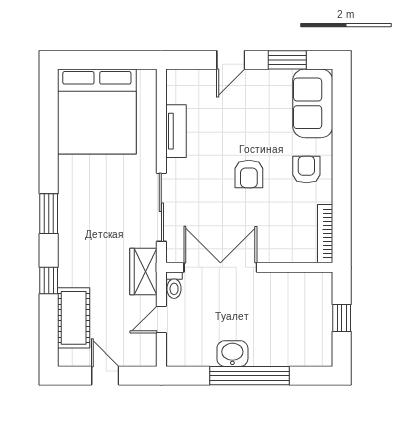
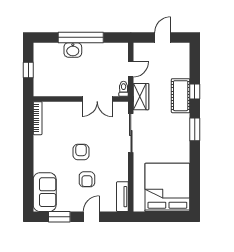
tv unit: (176, 131) -> (122, 197), moved
armchair: (306, 169) -> (87, 179), moved
double door: (220, 267) -> (97, 99), width x0.73
cot: (74, 318) -> (181, 96), moved
washbasin: (232, 354) -> (73, 50), moved
door: (105, 376) -> (163, 37), swing flipped

